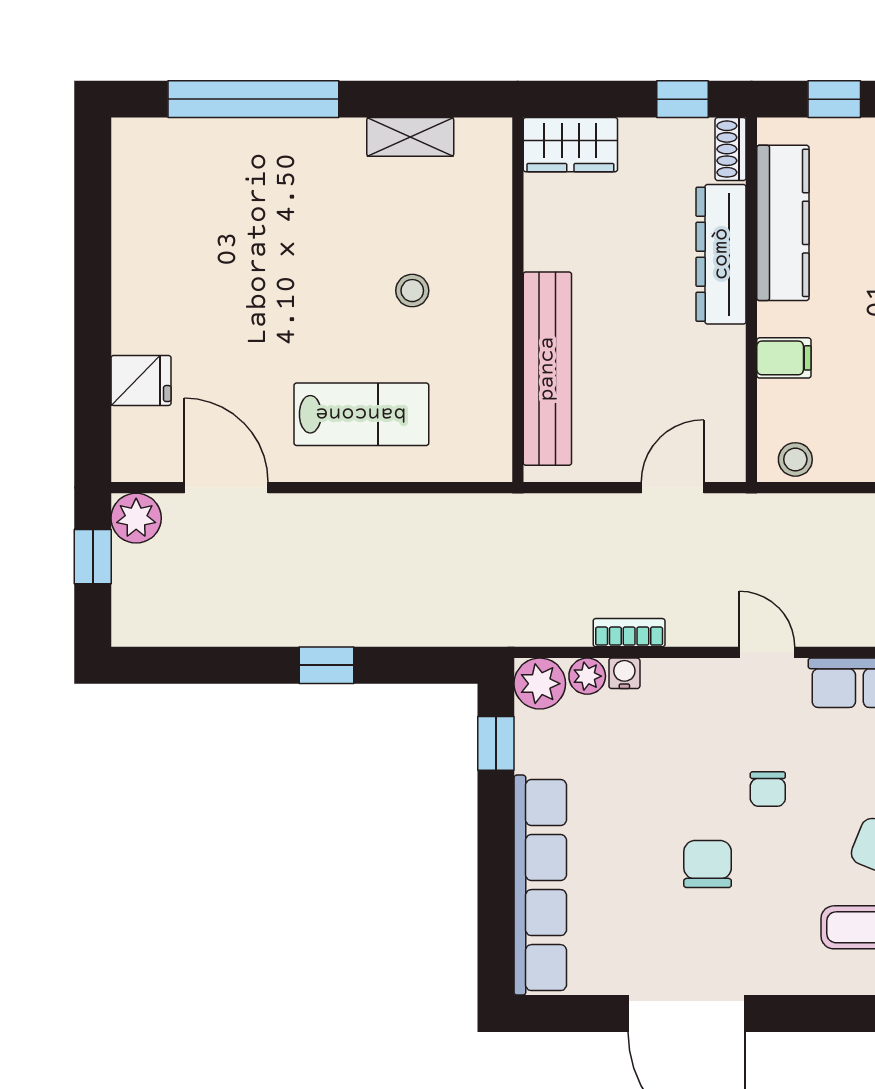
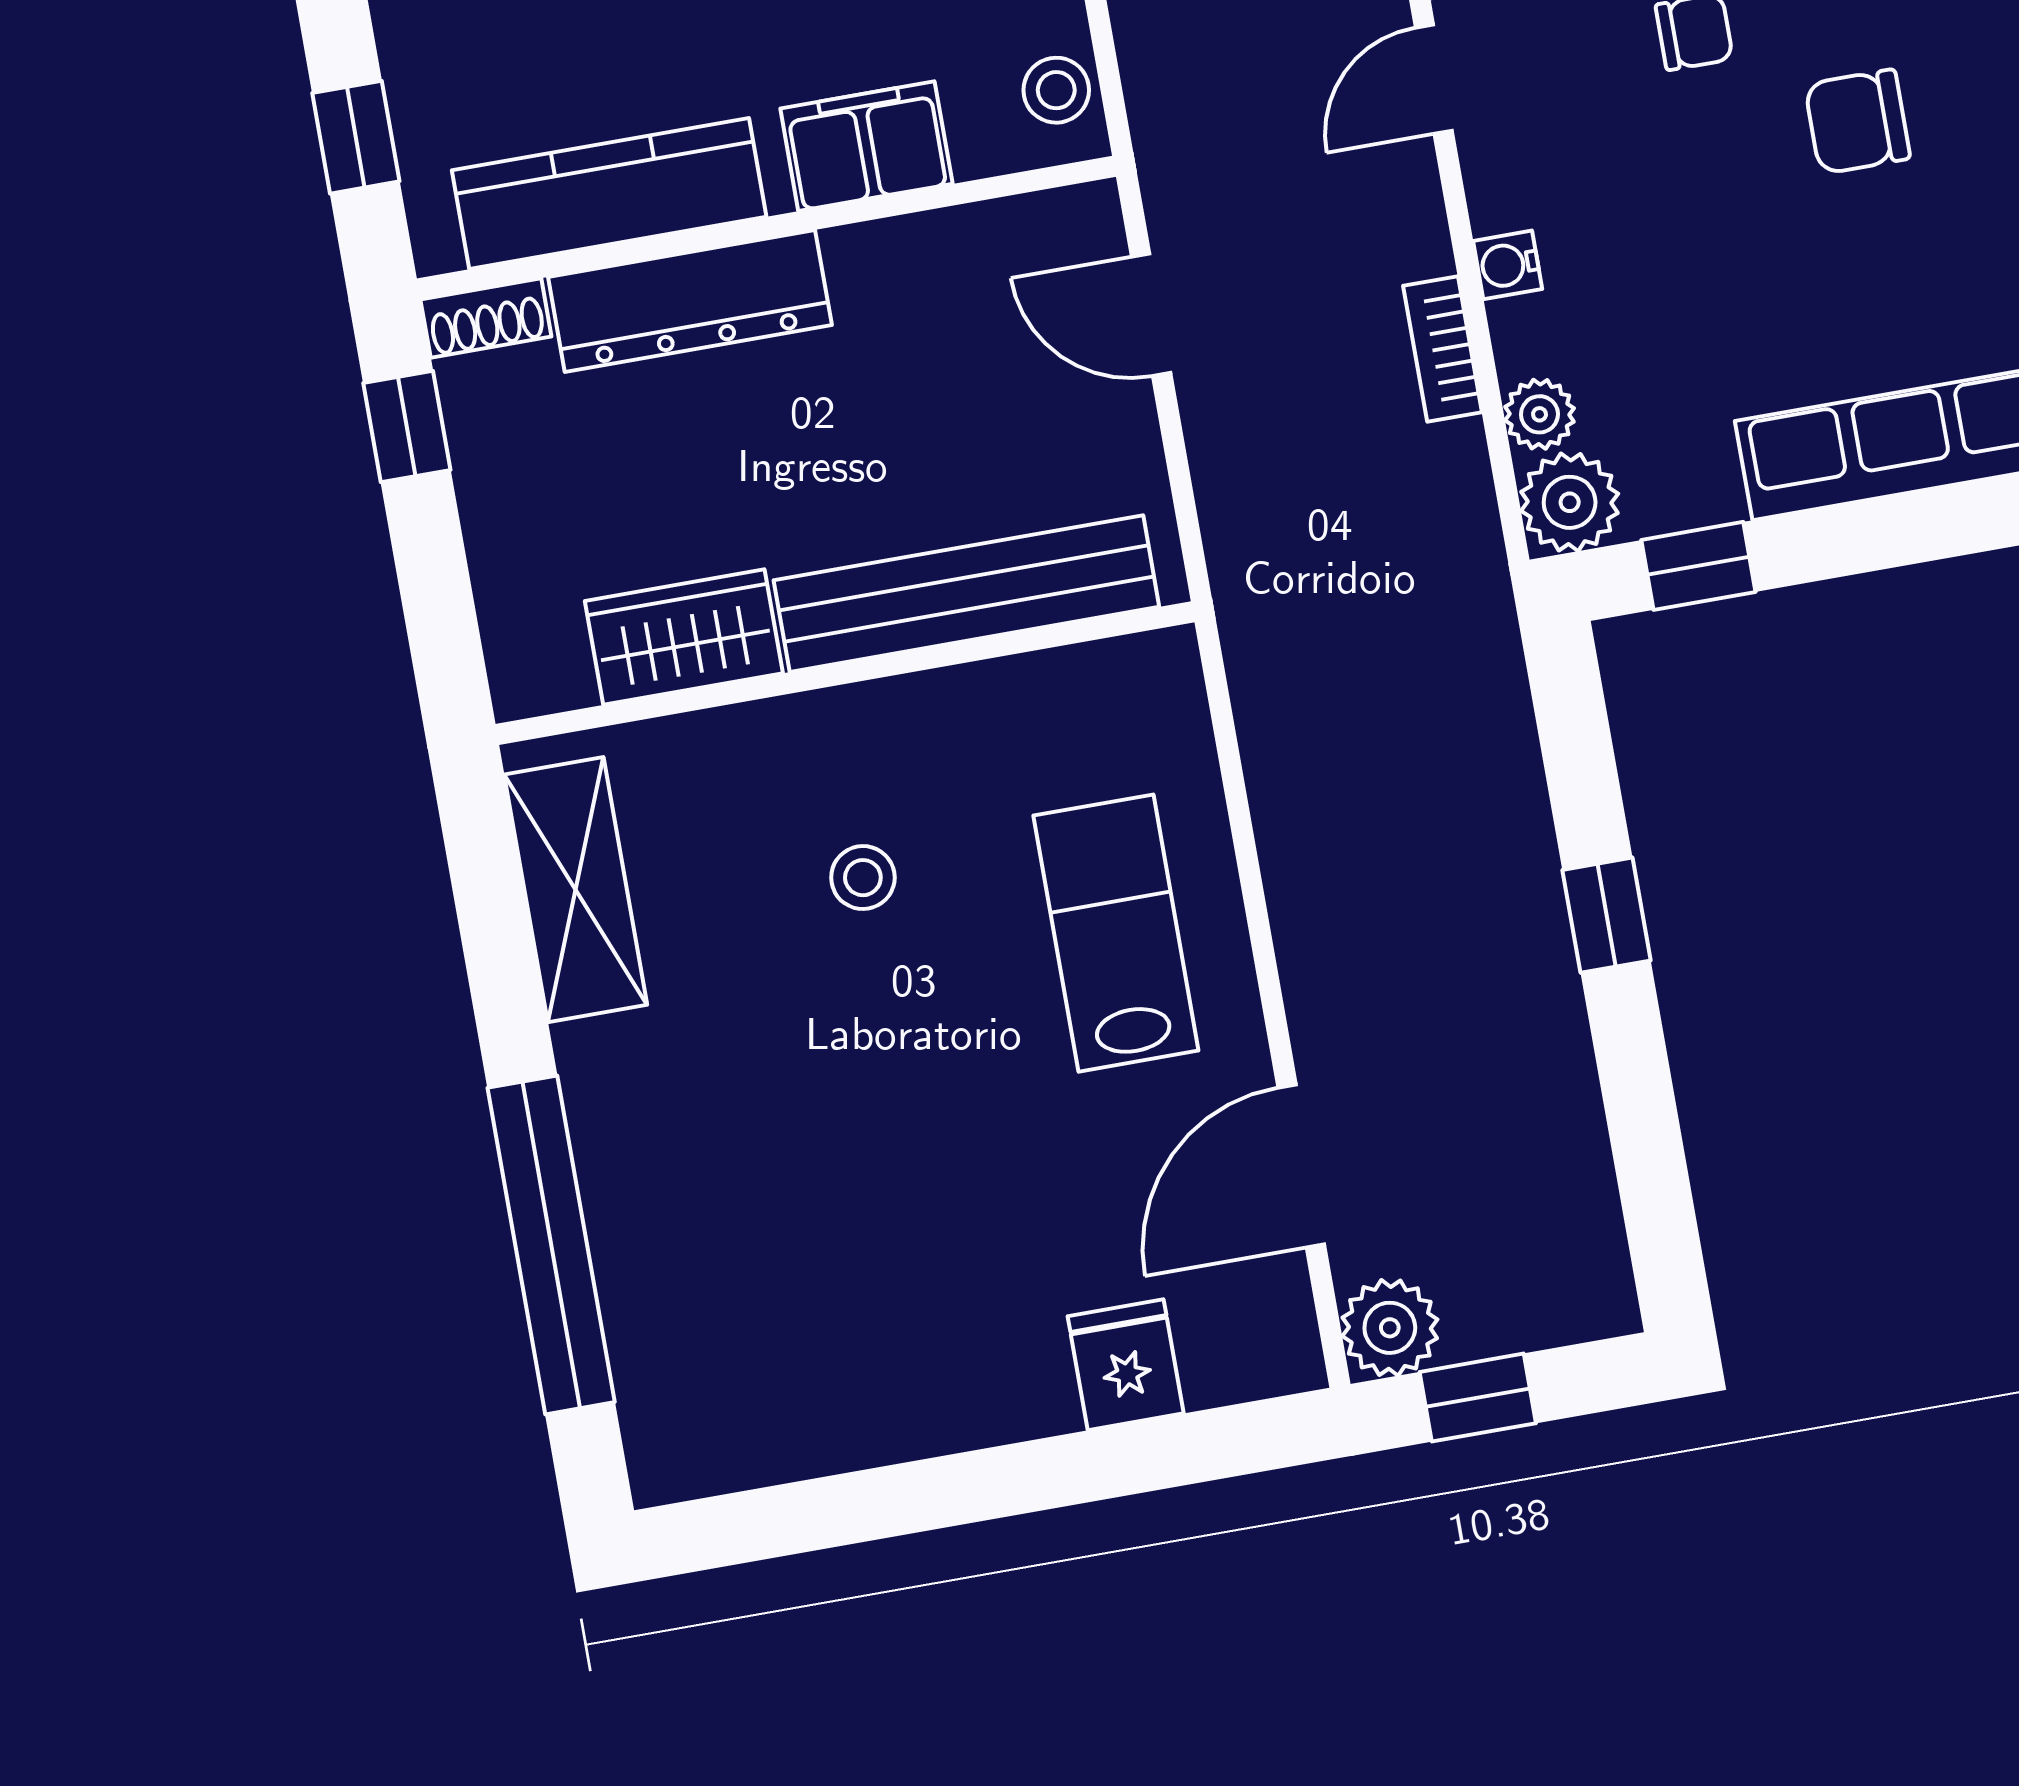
shelving: (410, 137) -> (576, 890), width x1.50, depth x1.33
wardrobe: (570, 145) -> (684, 637), moved, turned -90
filing cabinet: (784, 358) -> (866, 146), width x2.00
water cooler: (624, 673) -> (1508, 265), moved

